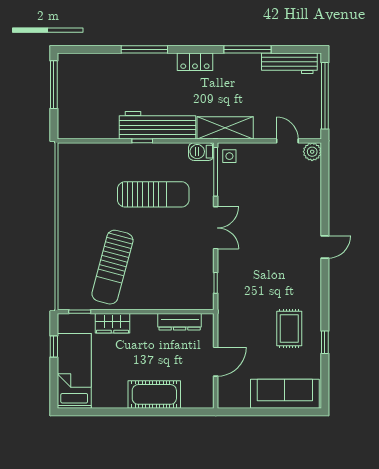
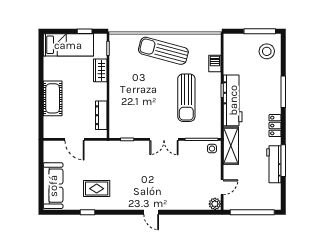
workbench: (289, 63) -> (274, 164), moved
stool: (84, 74) -> (267, 51), added
barbecue: (201, 152) -> (215, 63), moved
sun lounger: (112, 267) -> (163, 51), moved

